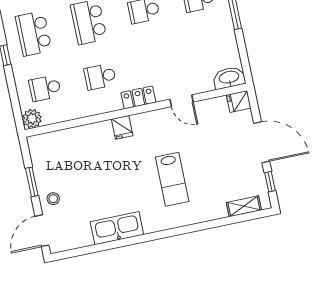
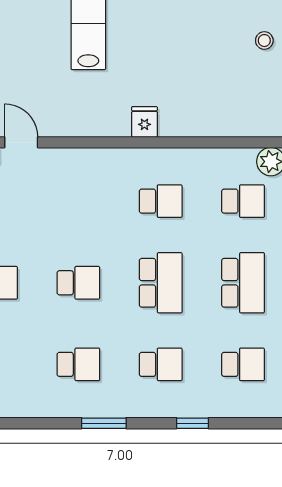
locker: (138, 97) -> (112, 160), removed
door: (182, 101) -> (21, 142), moved

